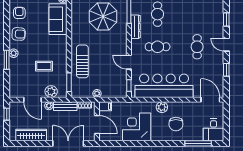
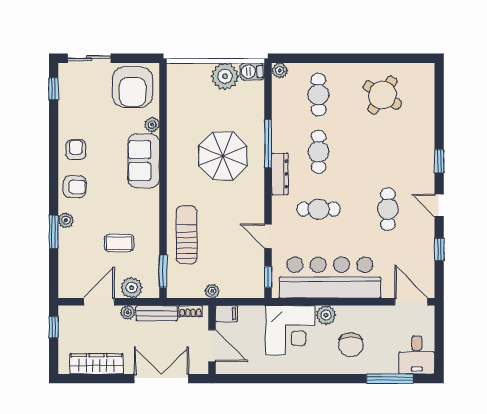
door: (33, 100) -> (99, 302), swing flipped
corner desk: (137, 127) -> (290, 330), moved, turned 180

